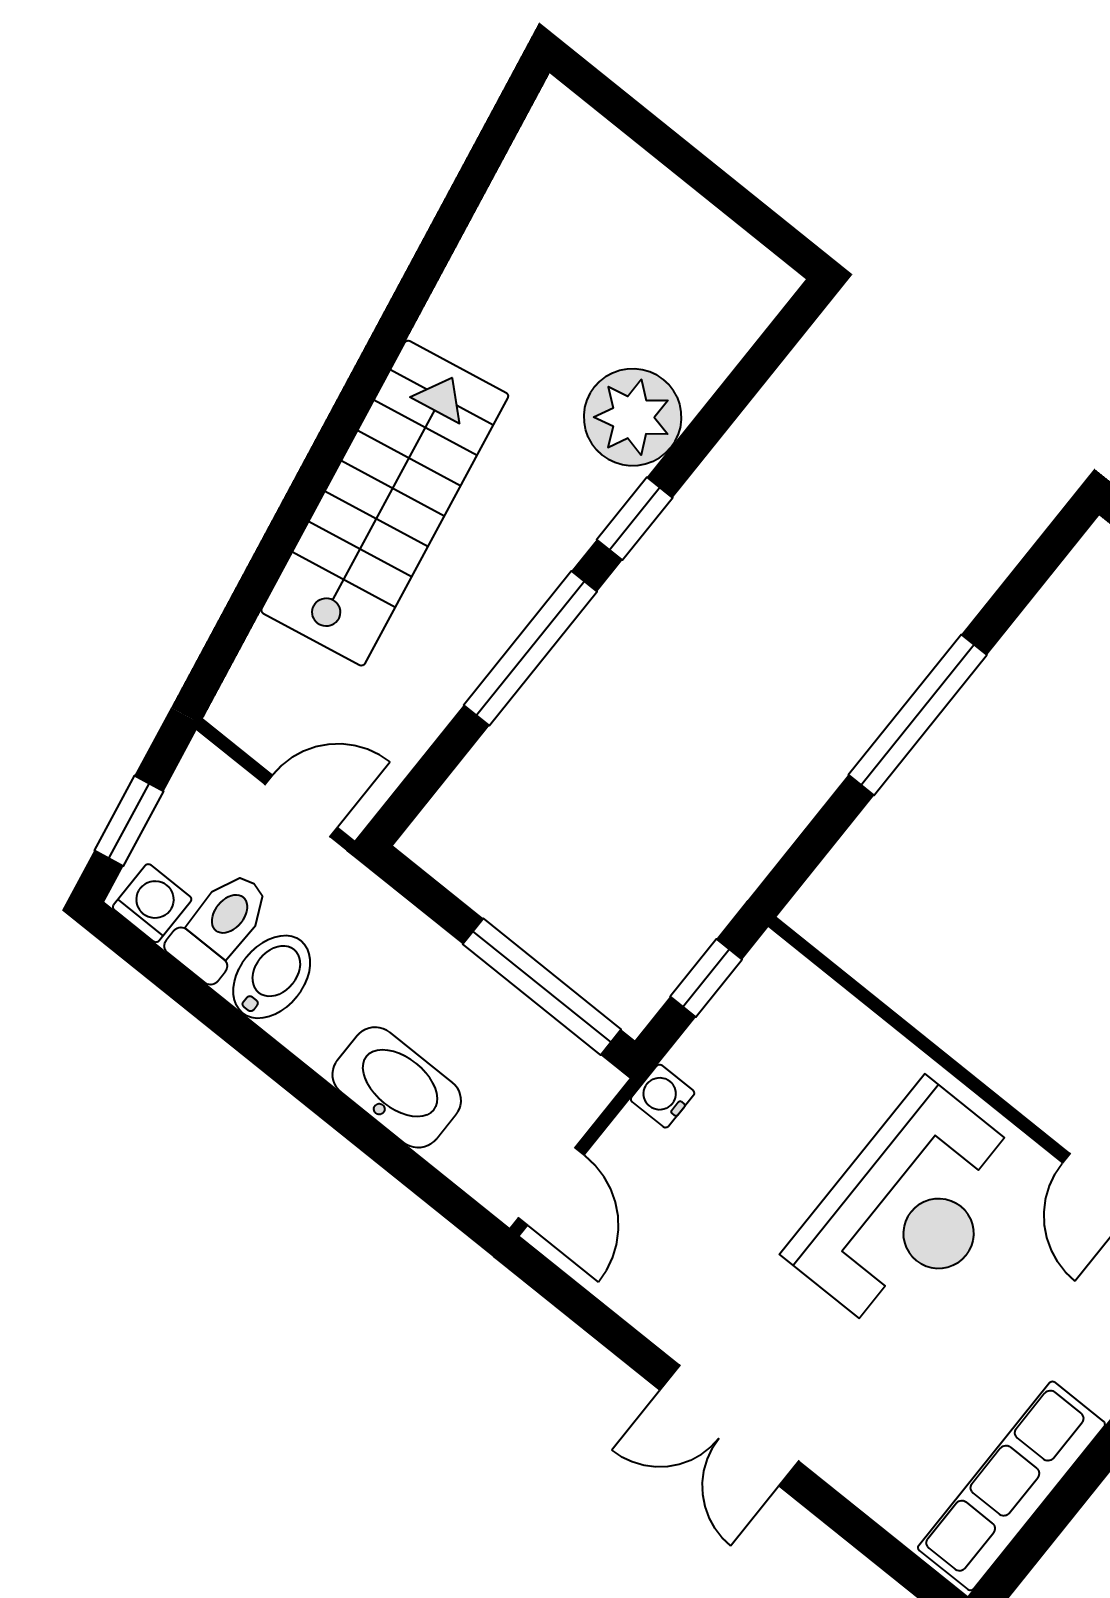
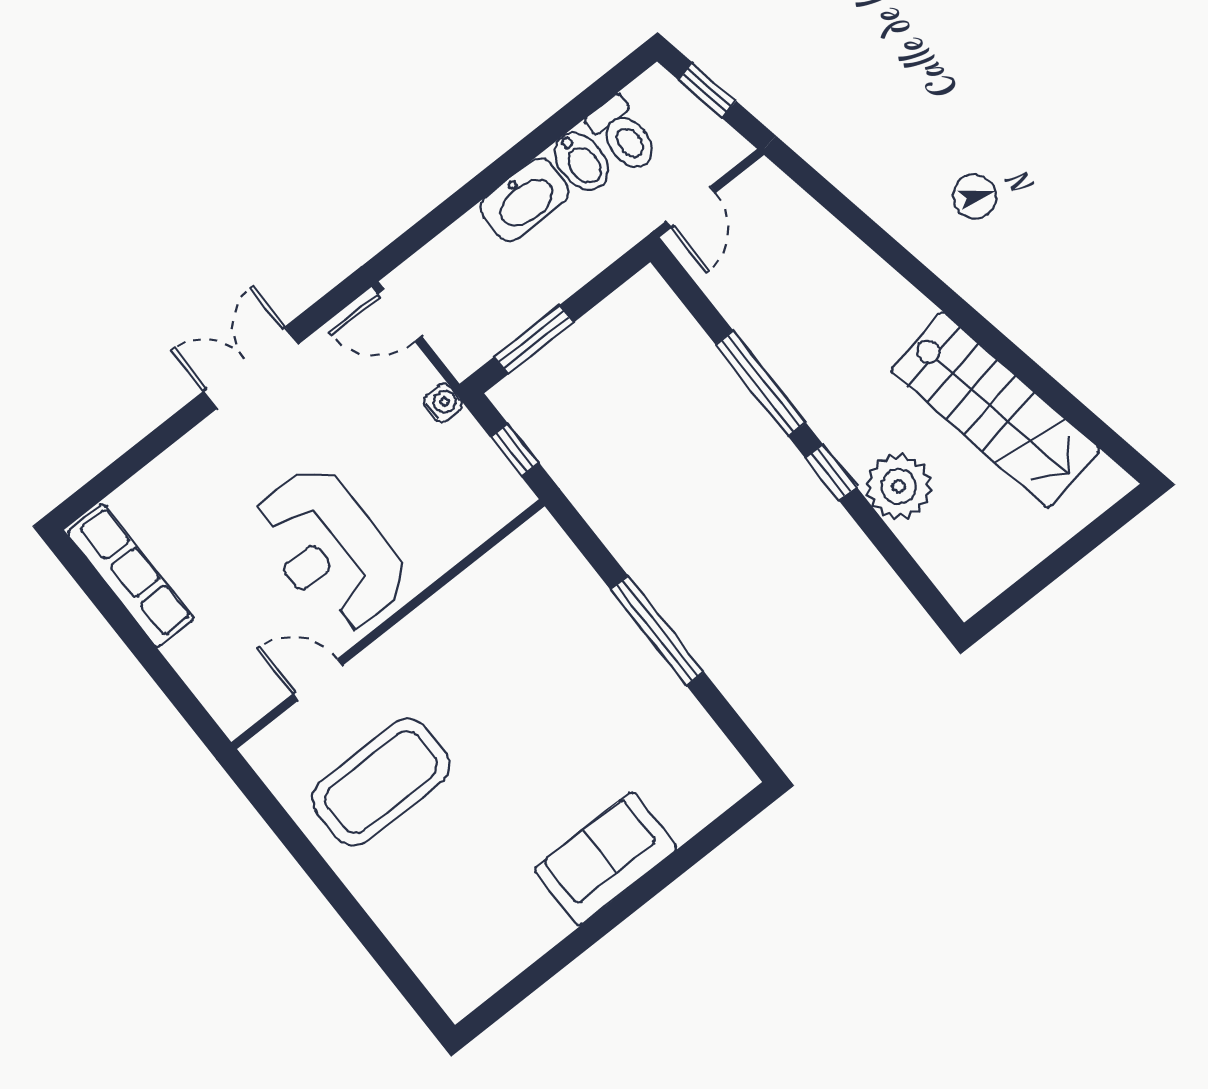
stairs: (385, 503) -> (995, 410), moved
washing machine: (152, 903) -> (649, 93), removed
window: (542, 987) -> (534, 340), width x0.69
washbasin: (397, 1087) -> (524, 200), moved
double door: (729, 1426) -> (251, 368), moved

